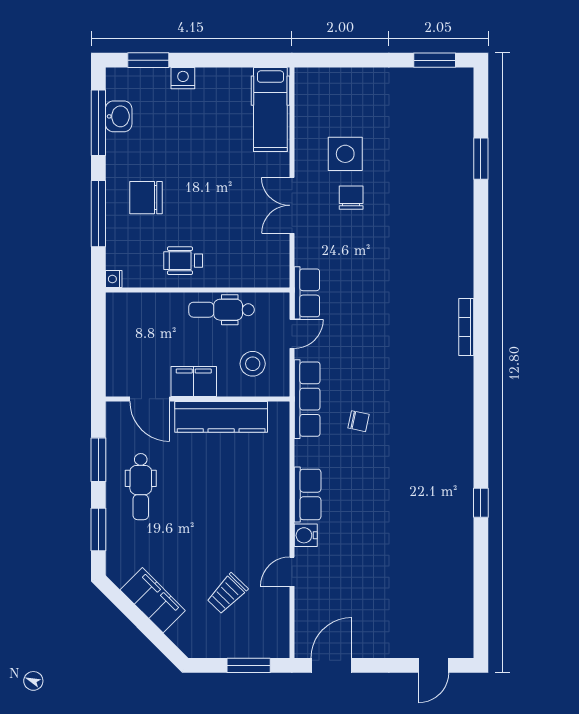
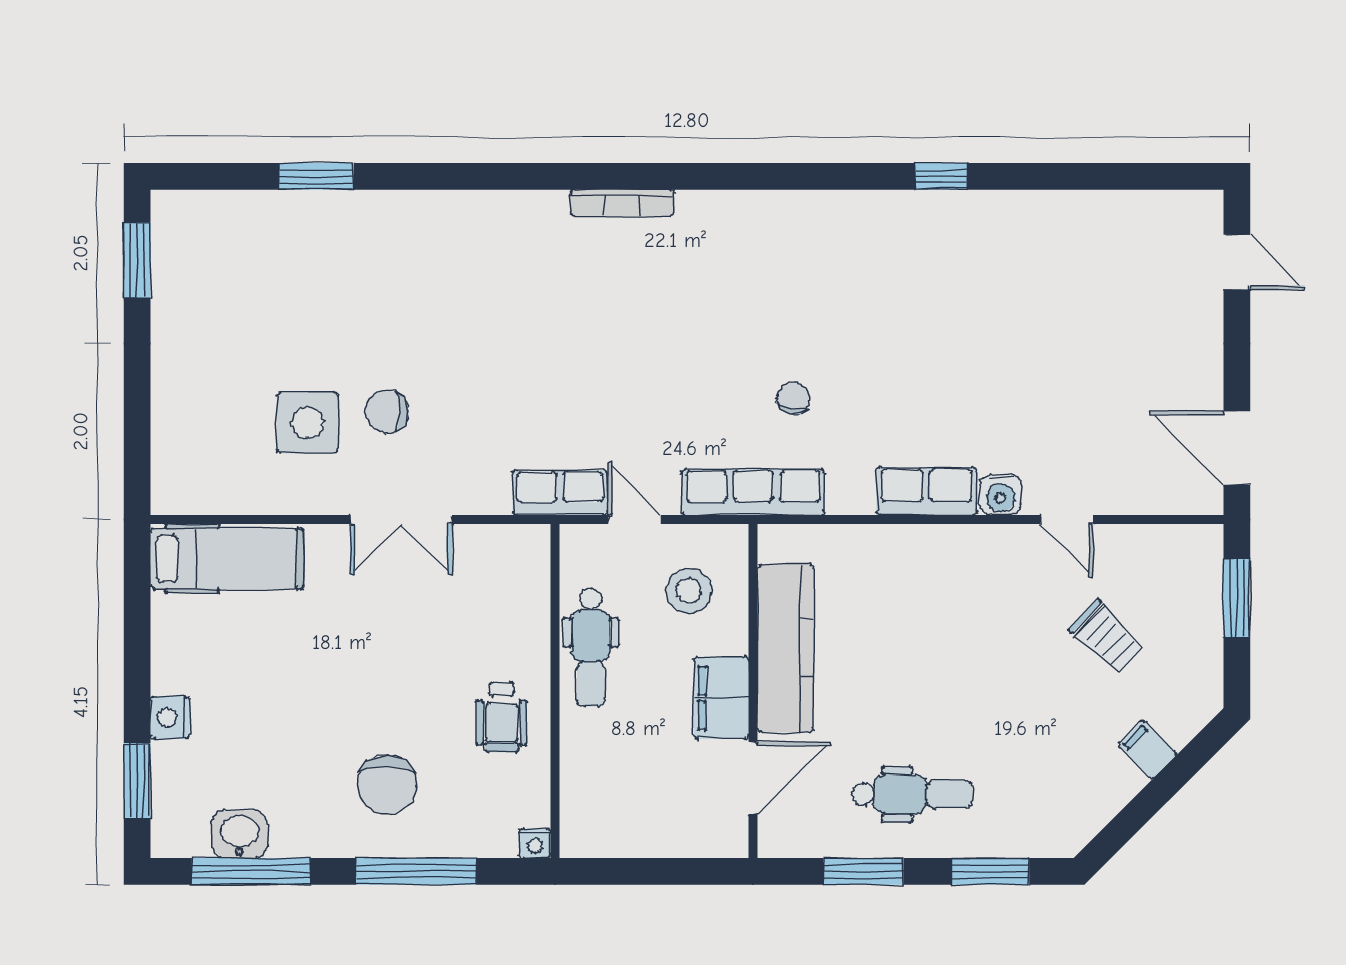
filing cabinet: (153, 600) -> (1148, 749), width x0.33, depth x0.86

